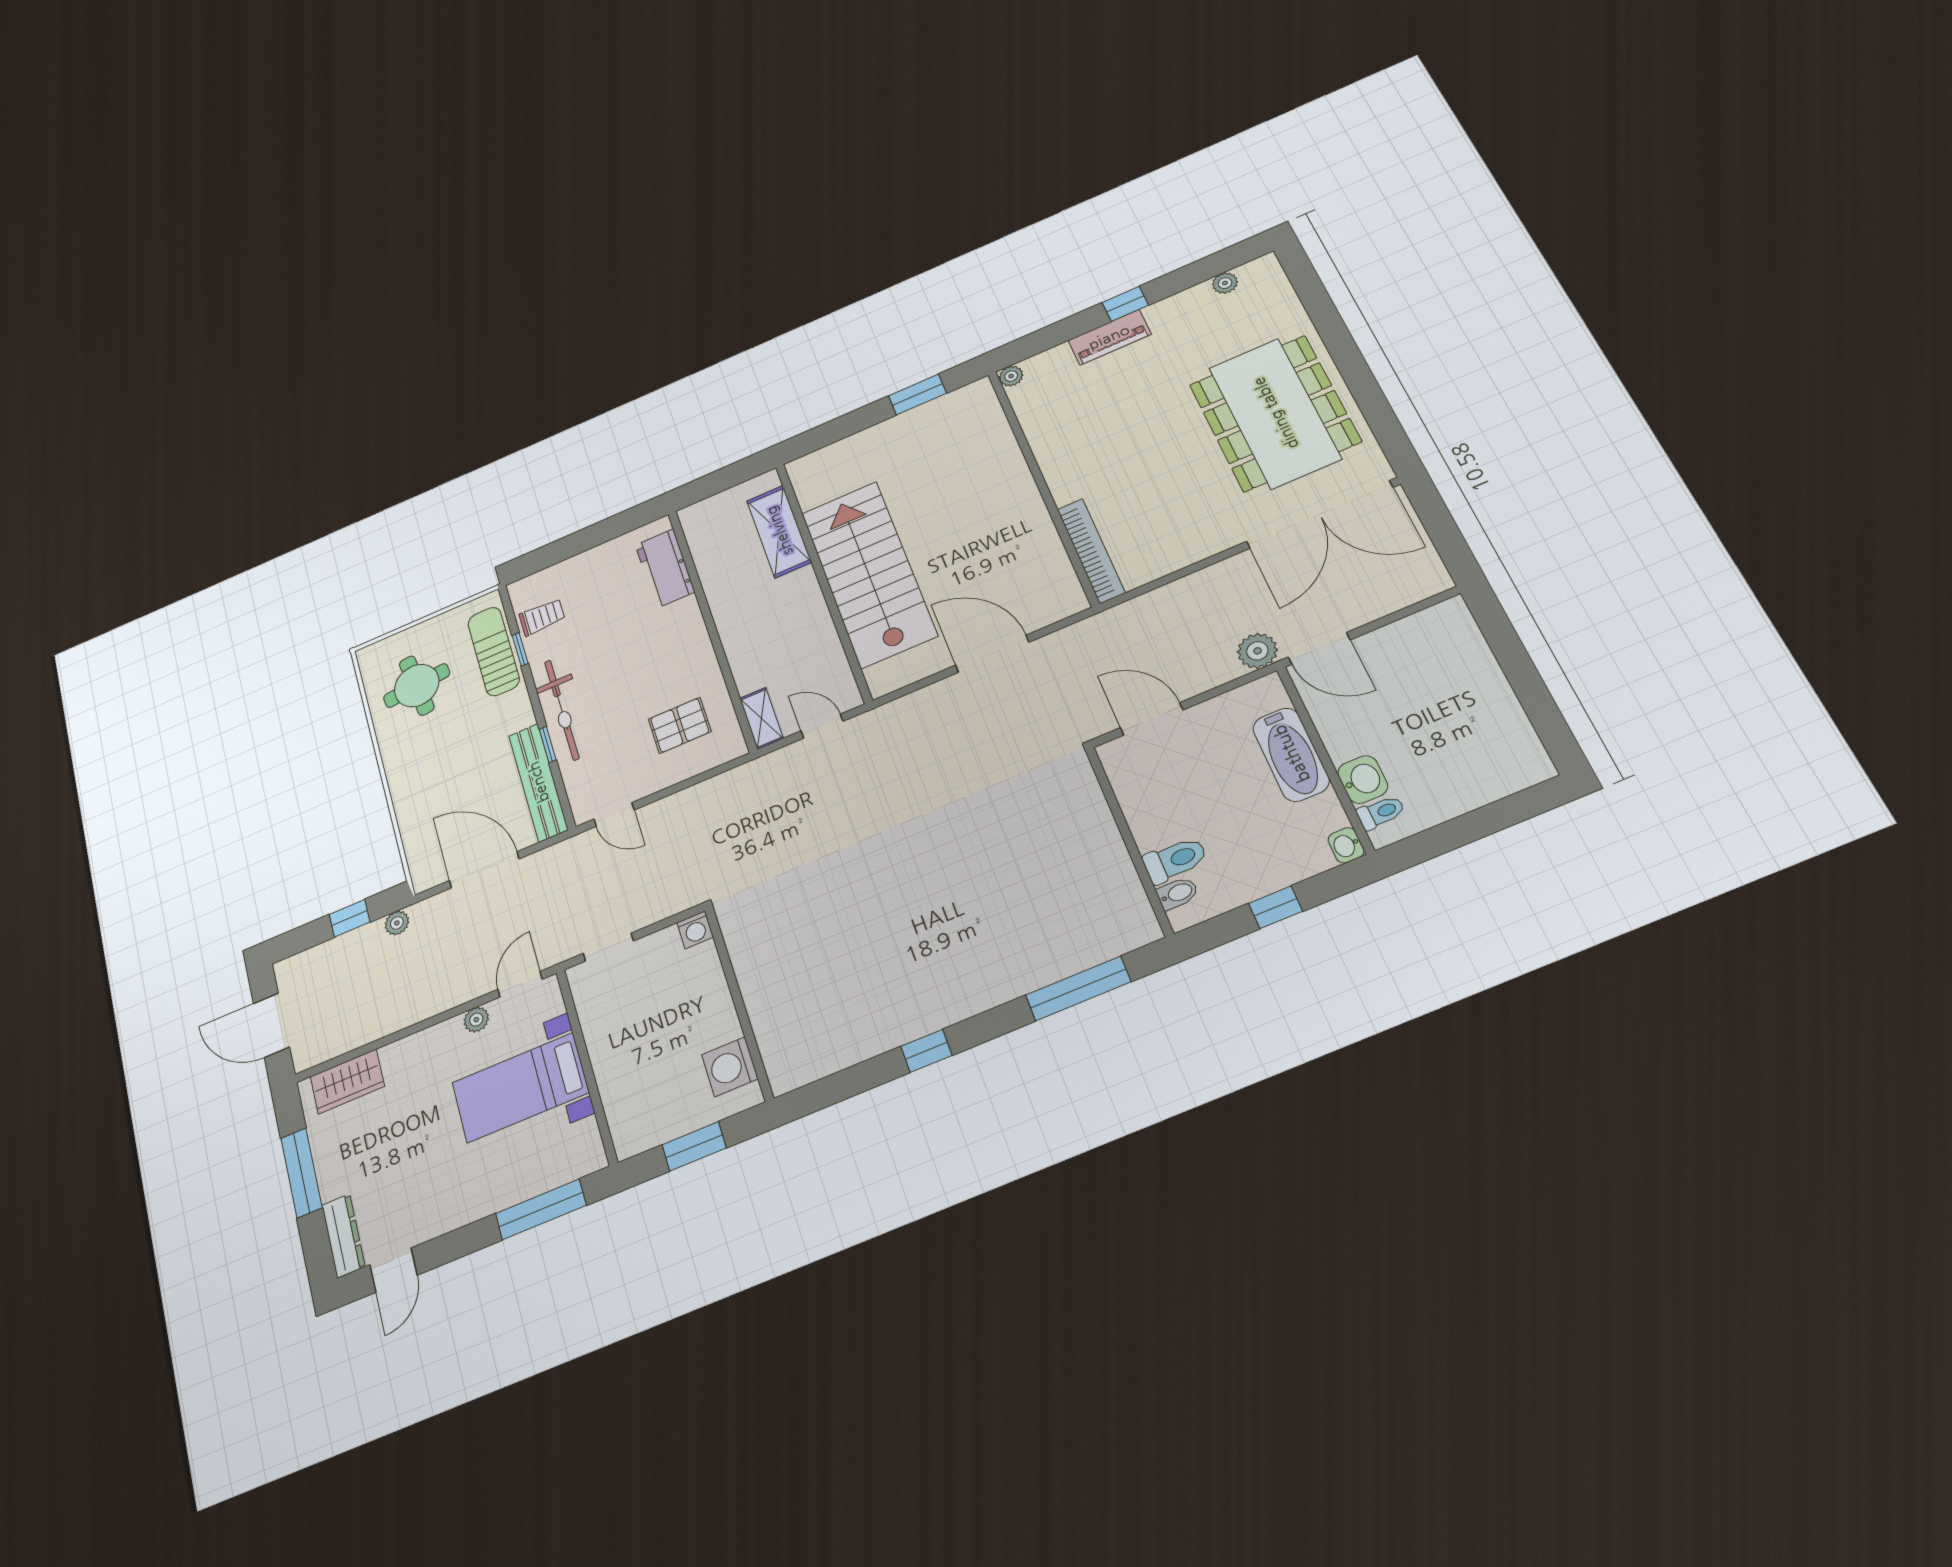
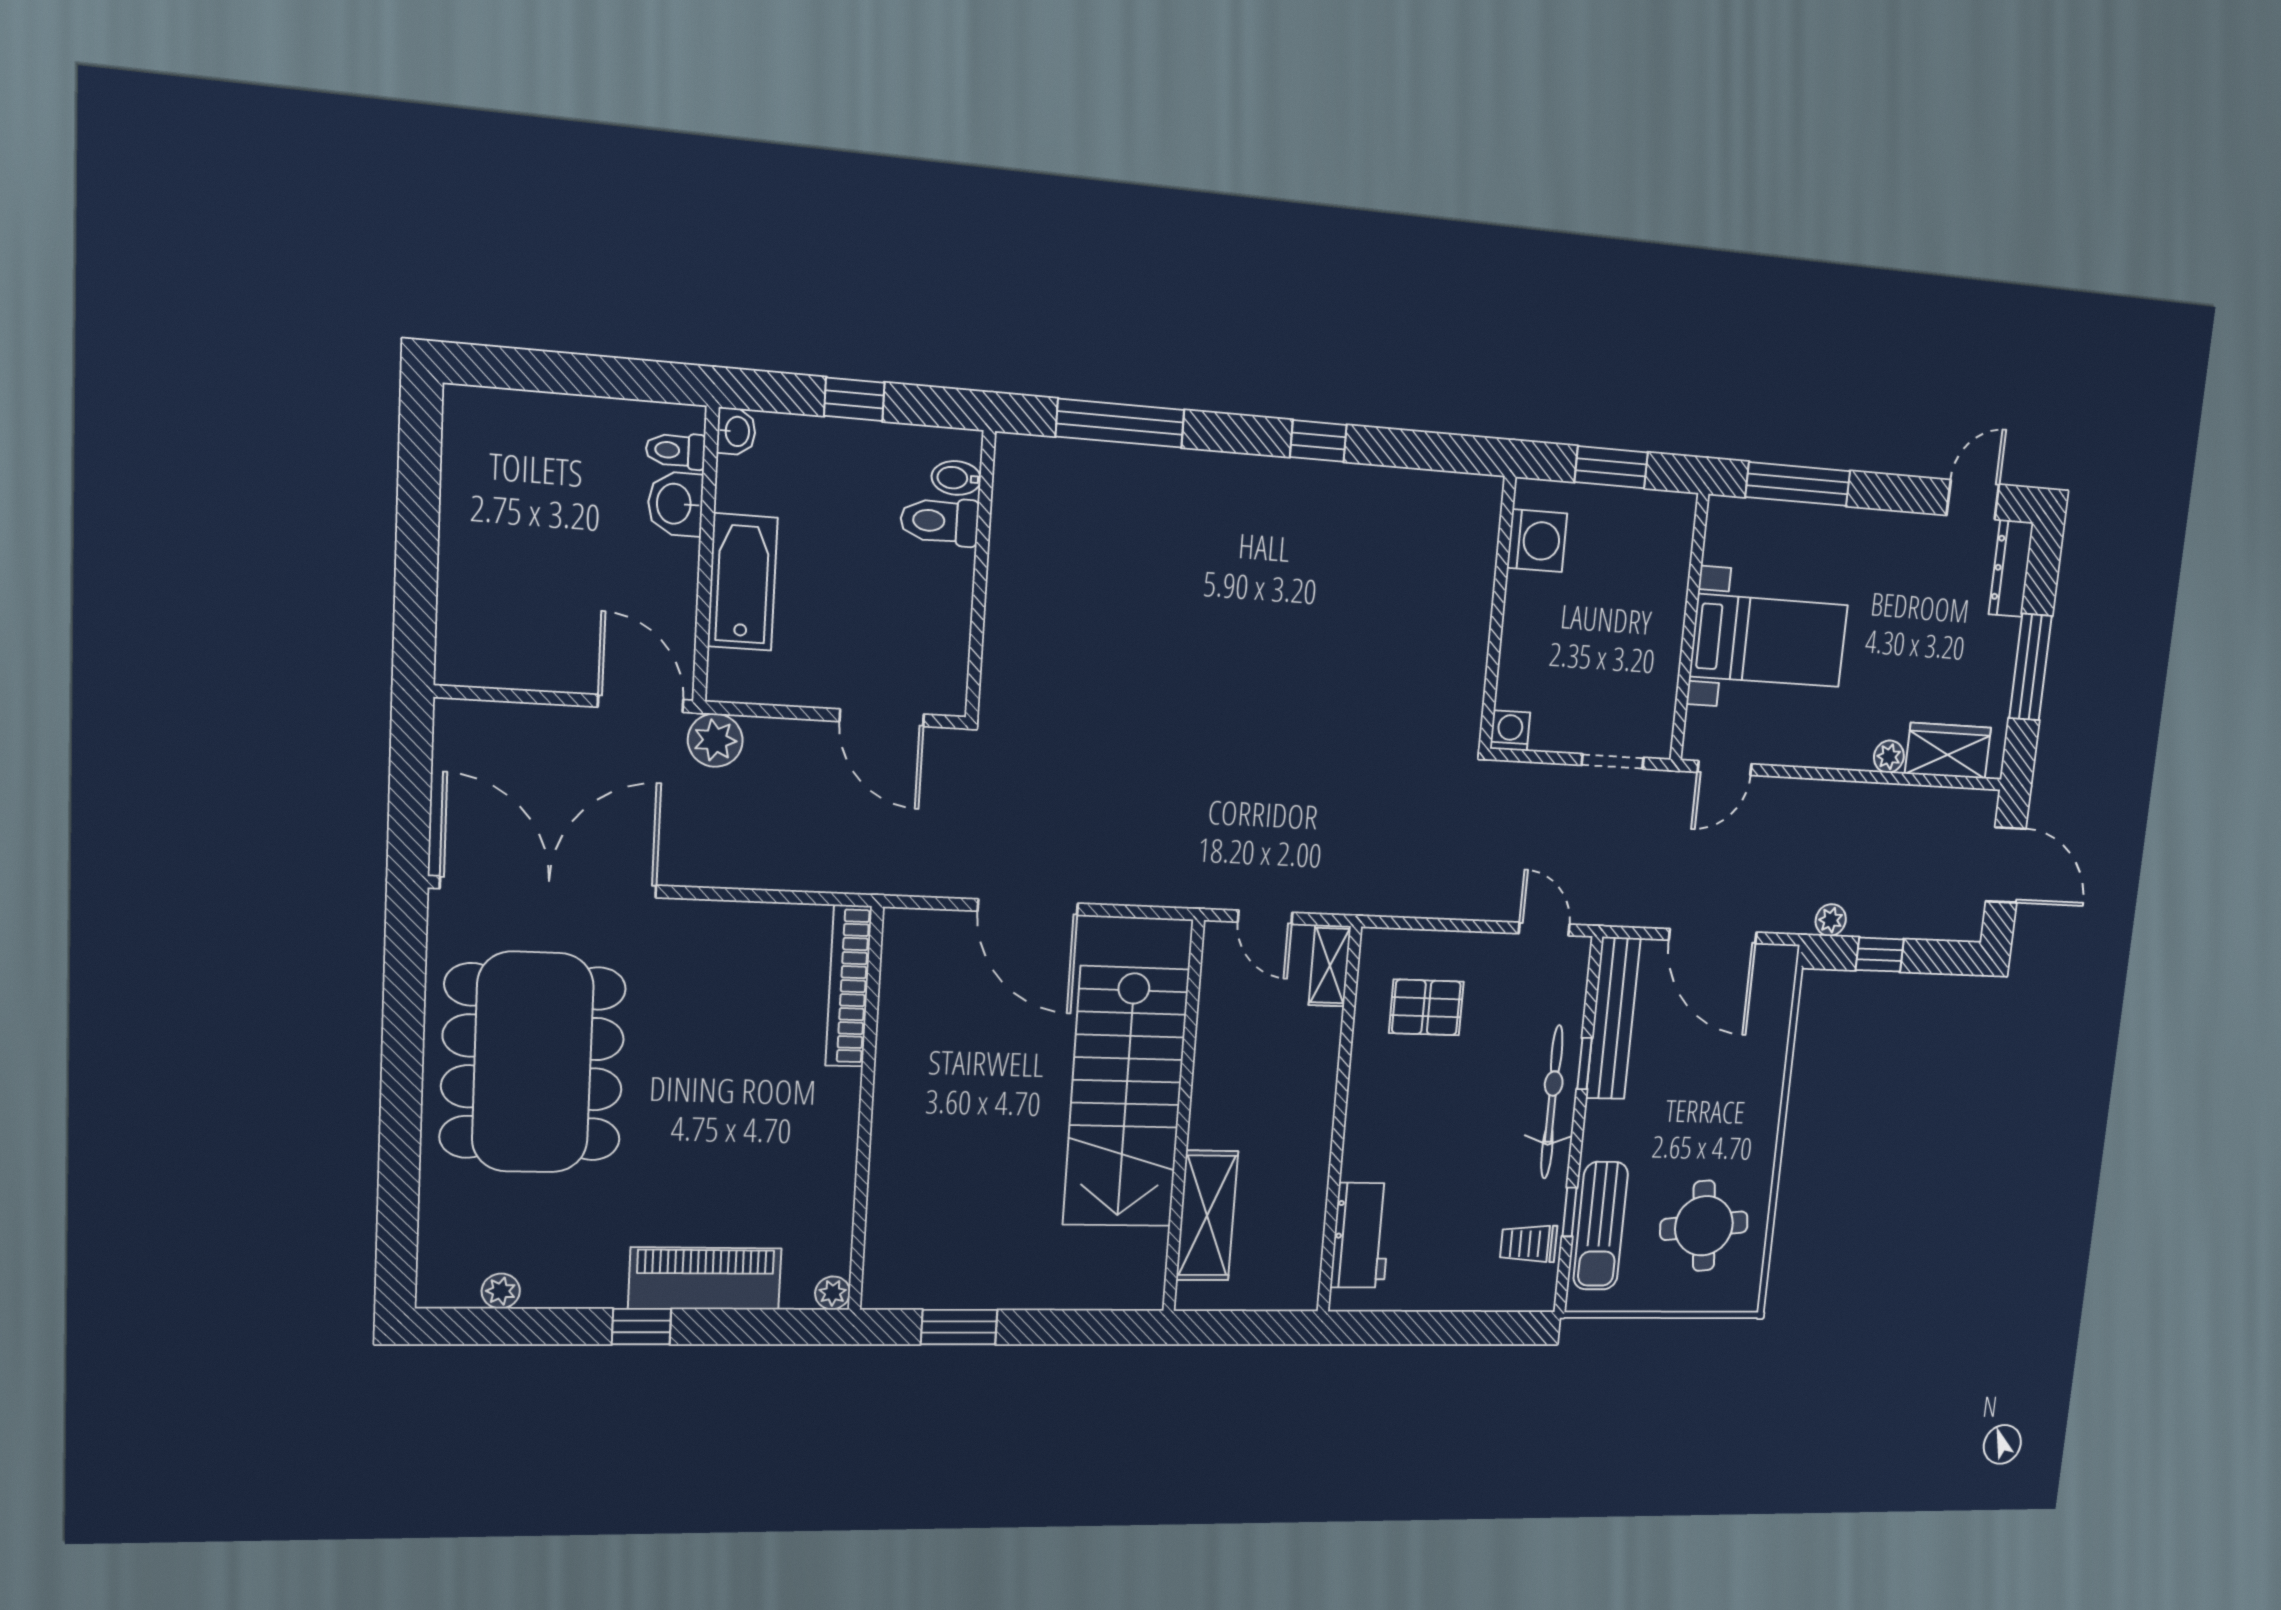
piano: (1109, 337) -> (705, 1278), width x1.37, depth x1.33
plant: (476, 1020) -> (1889, 757), moved

